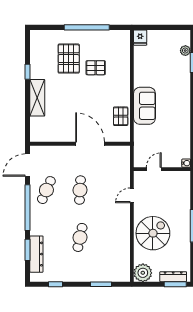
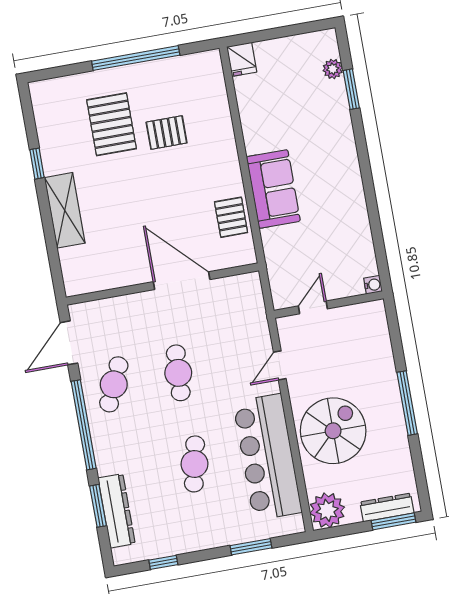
bar counter: (117, 241) -> (267, 457), added

